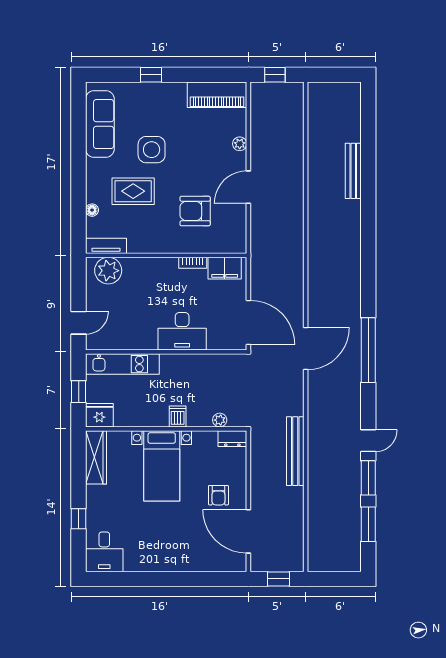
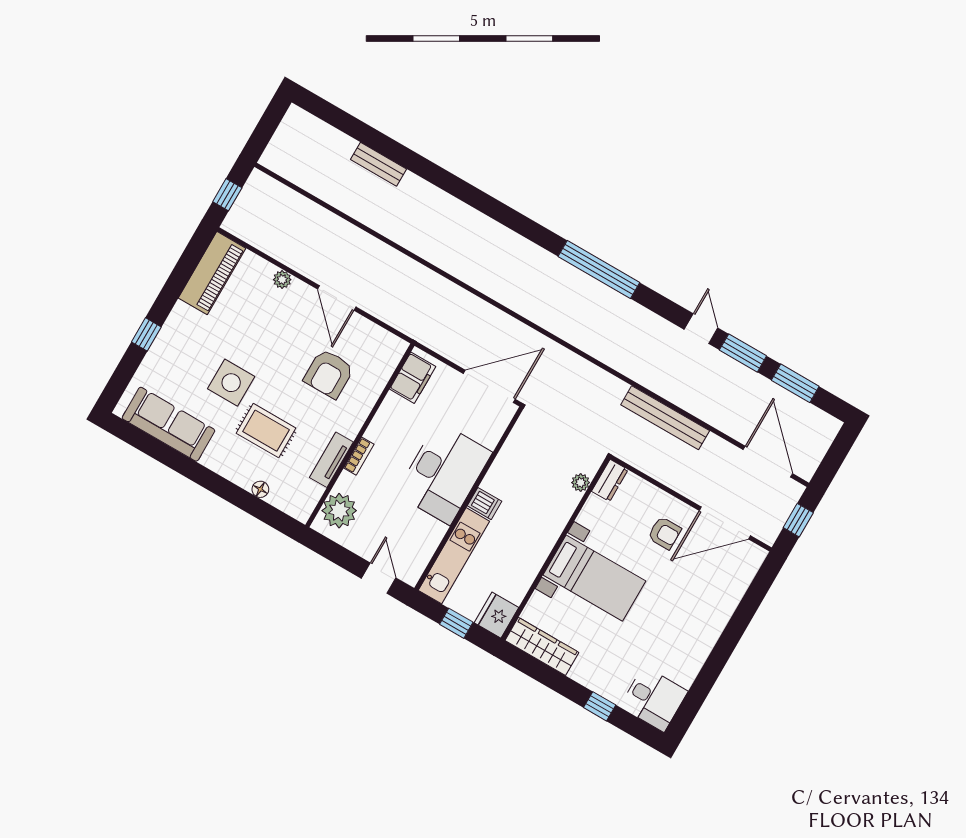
bench: (353, 171) -> (379, 164), width x0.73
rug: (133, 191) -> (266, 431), turned 90
tv unit: (106, 246) -> (331, 460), moved
bookcase: (193, 263) -> (359, 456), moved
desk: (182, 331) -> (444, 473), width x1.36, depth x1.30
door: (306, 349) -> (768, 462), moved
dishwasher: (178, 416) -> (485, 504), moved, turned 180

